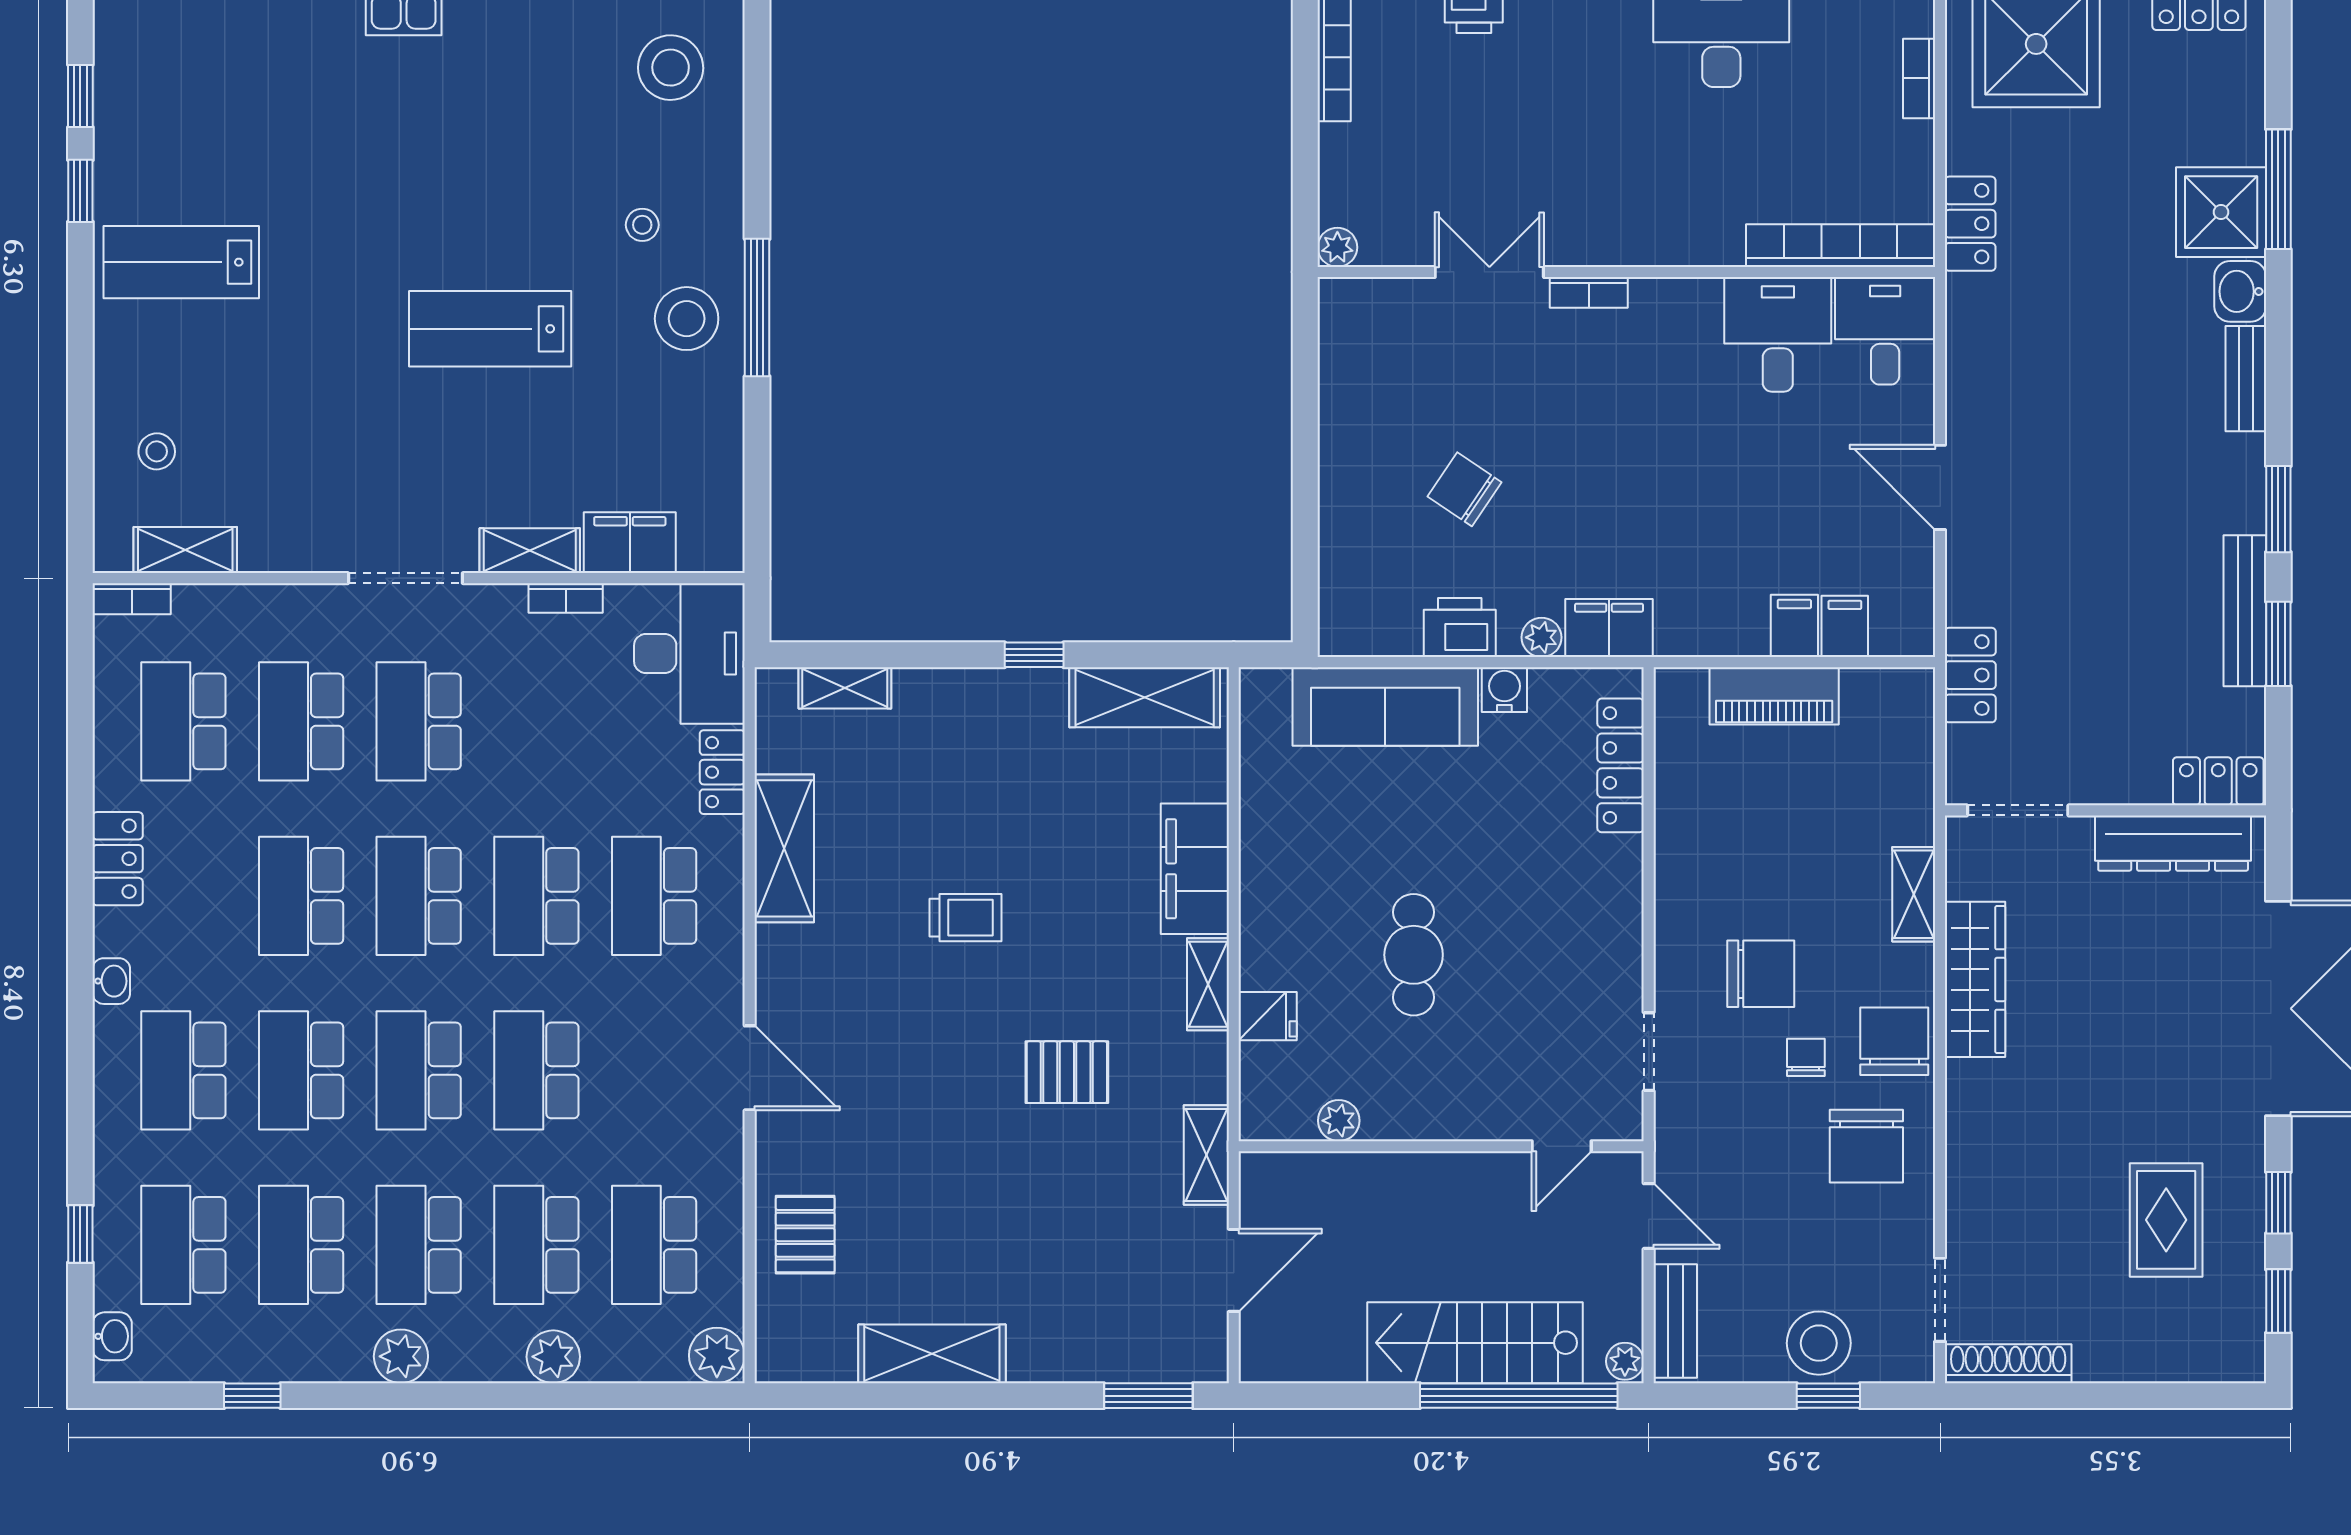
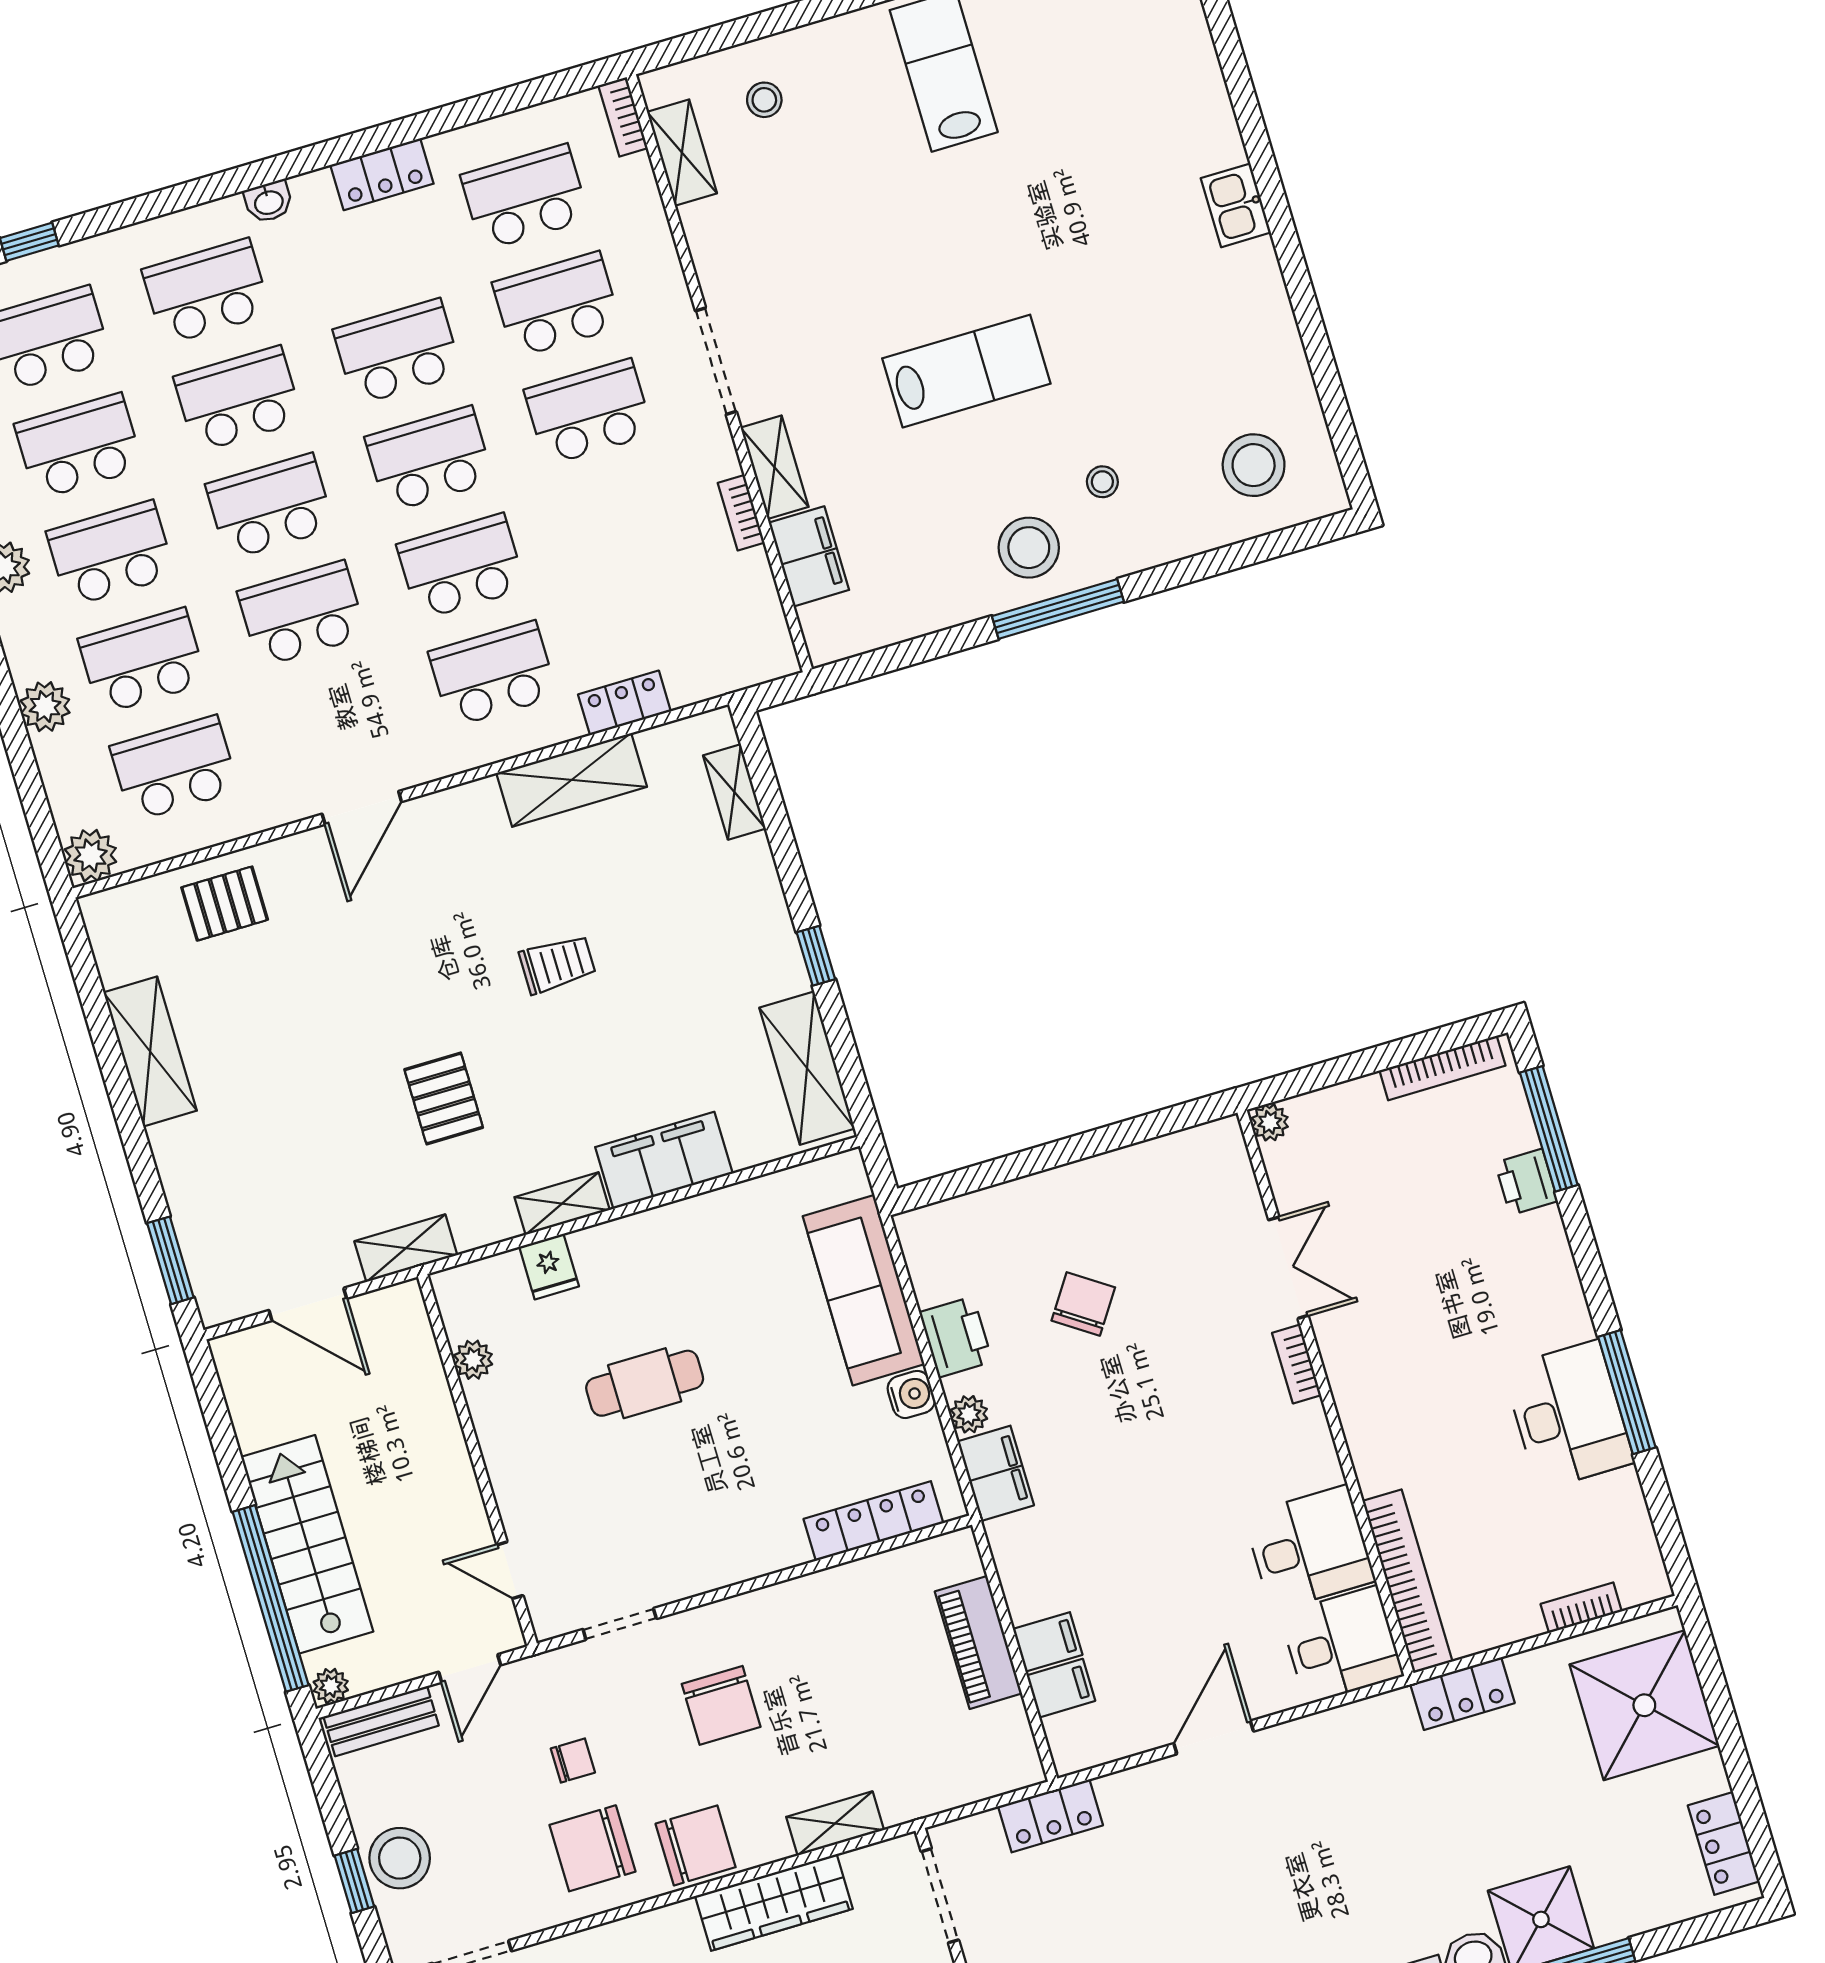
lab bench: (490, 329) -> (966, 371), turned 90
desk: (689, 653) -> (724, 641), removed
trolley: (965, 918) -> (557, 964), turned -90
chair: (1806, 1057) -> (573, 1760), moved

